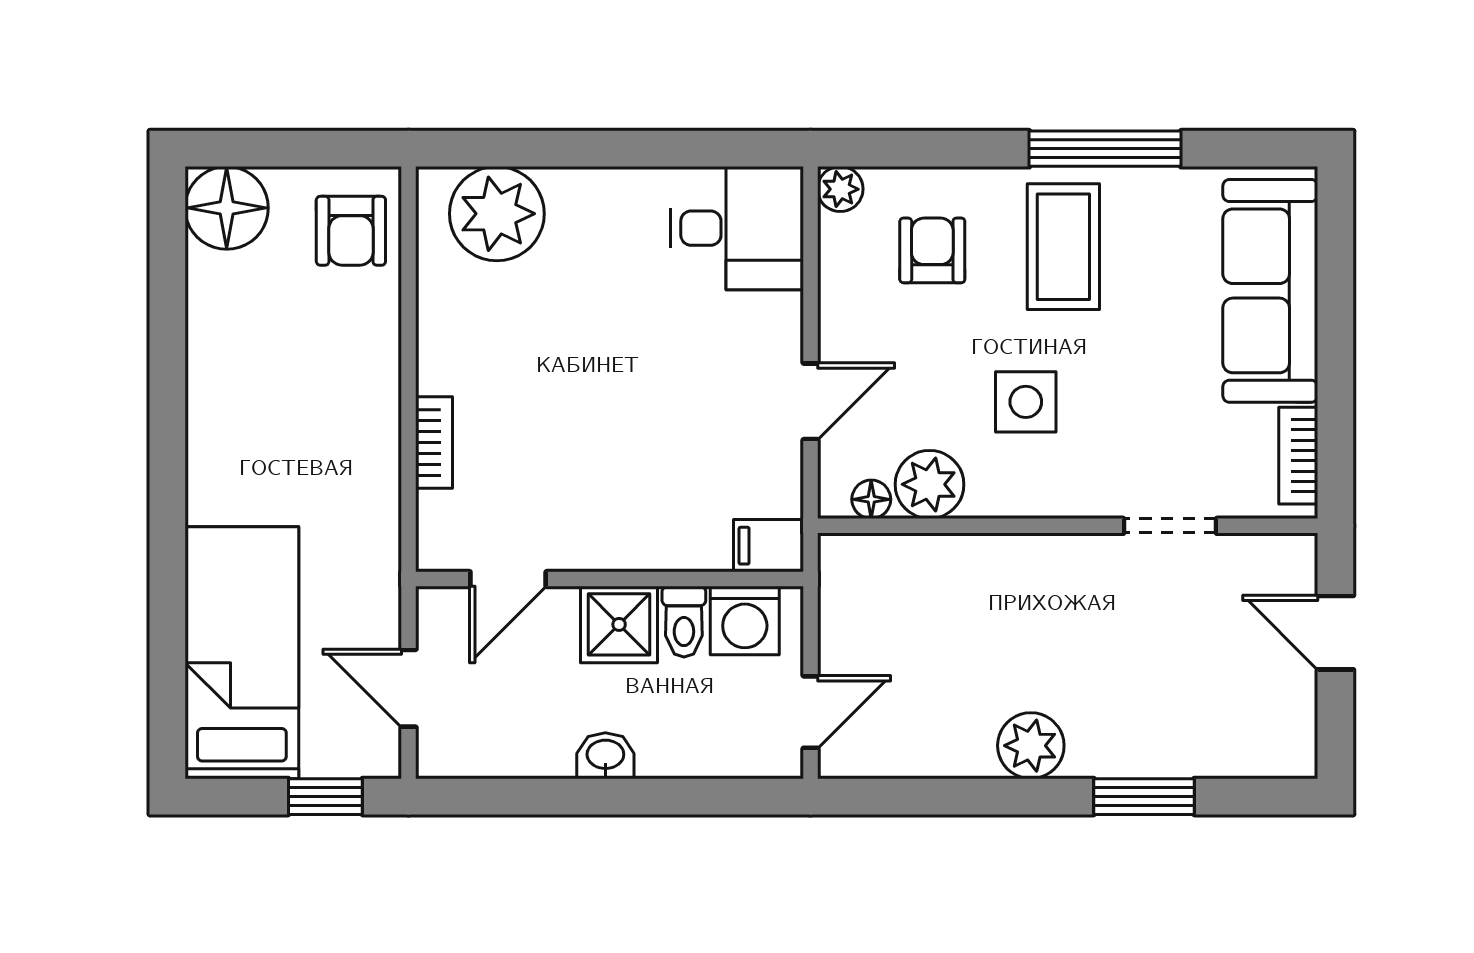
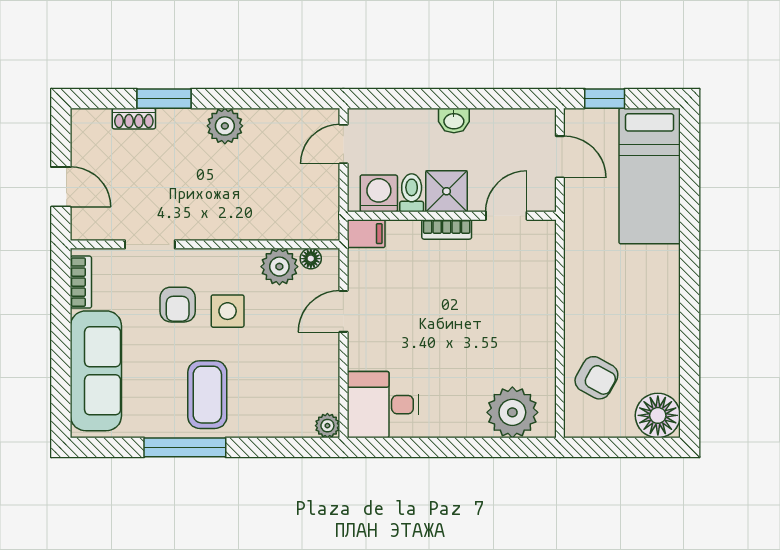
armchair: (351, 231) -> (596, 378), moved, turned 119
armchair: (932, 250) -> (178, 305), moved
bookcase: (434, 443) -> (447, 229), moved, turned -90
shoe rack: (1200, 759) -> (134, 119), added

